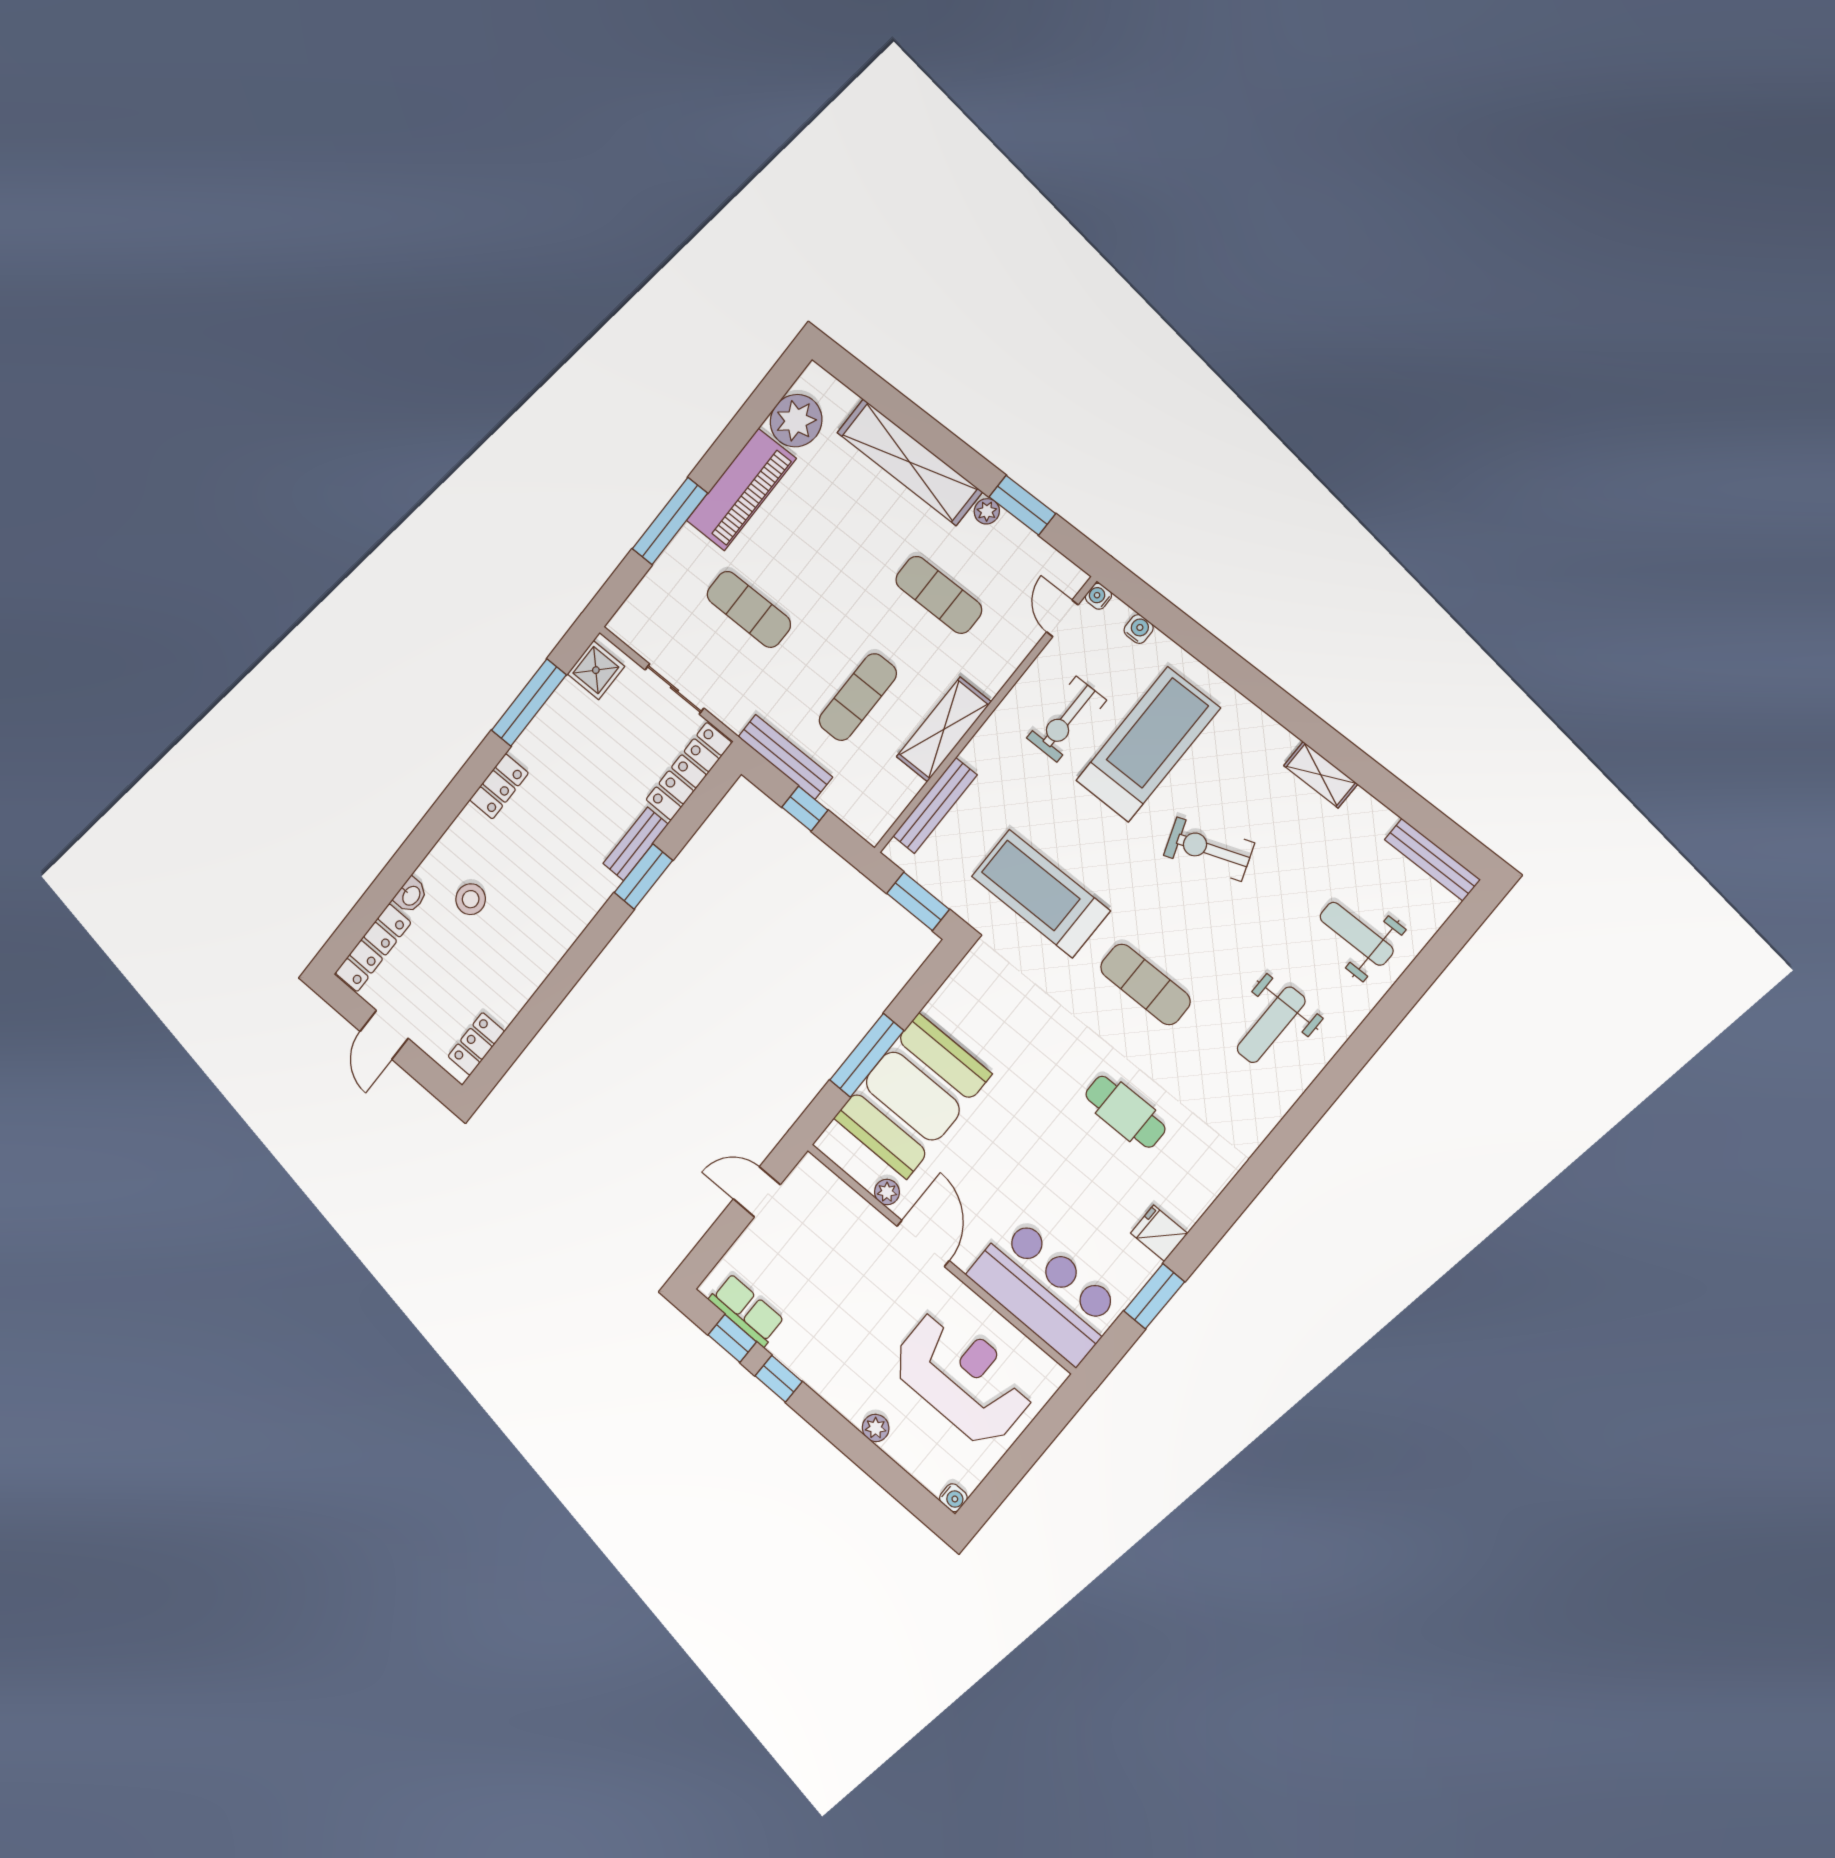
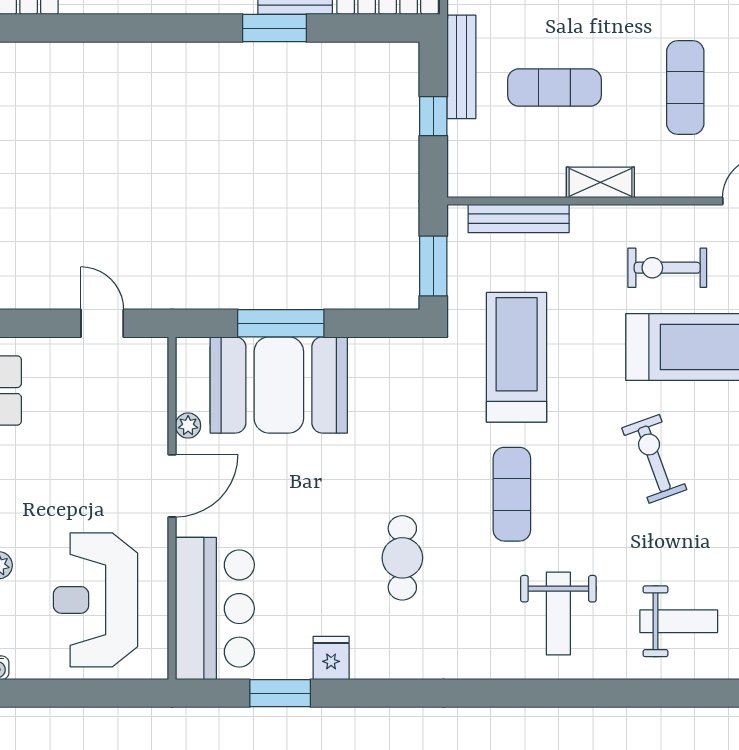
shelving: (944, 729) -> (600, 182), width x0.67, depth x0.75
weight bench: (1357, 934) -> (679, 621), turned 90
weight bench: (1271, 1025) -> (558, 614), turned -90
reception desk: (963, 1377) -> (95, 600), turned 180

